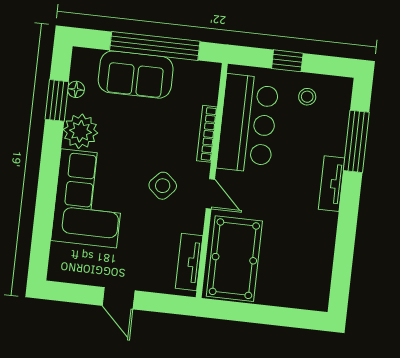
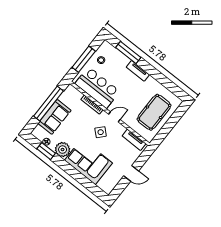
window: (287, 61) -> (84, 59), width x2.17
pool table: (234, 259) -> (154, 112), moved, turned 90

